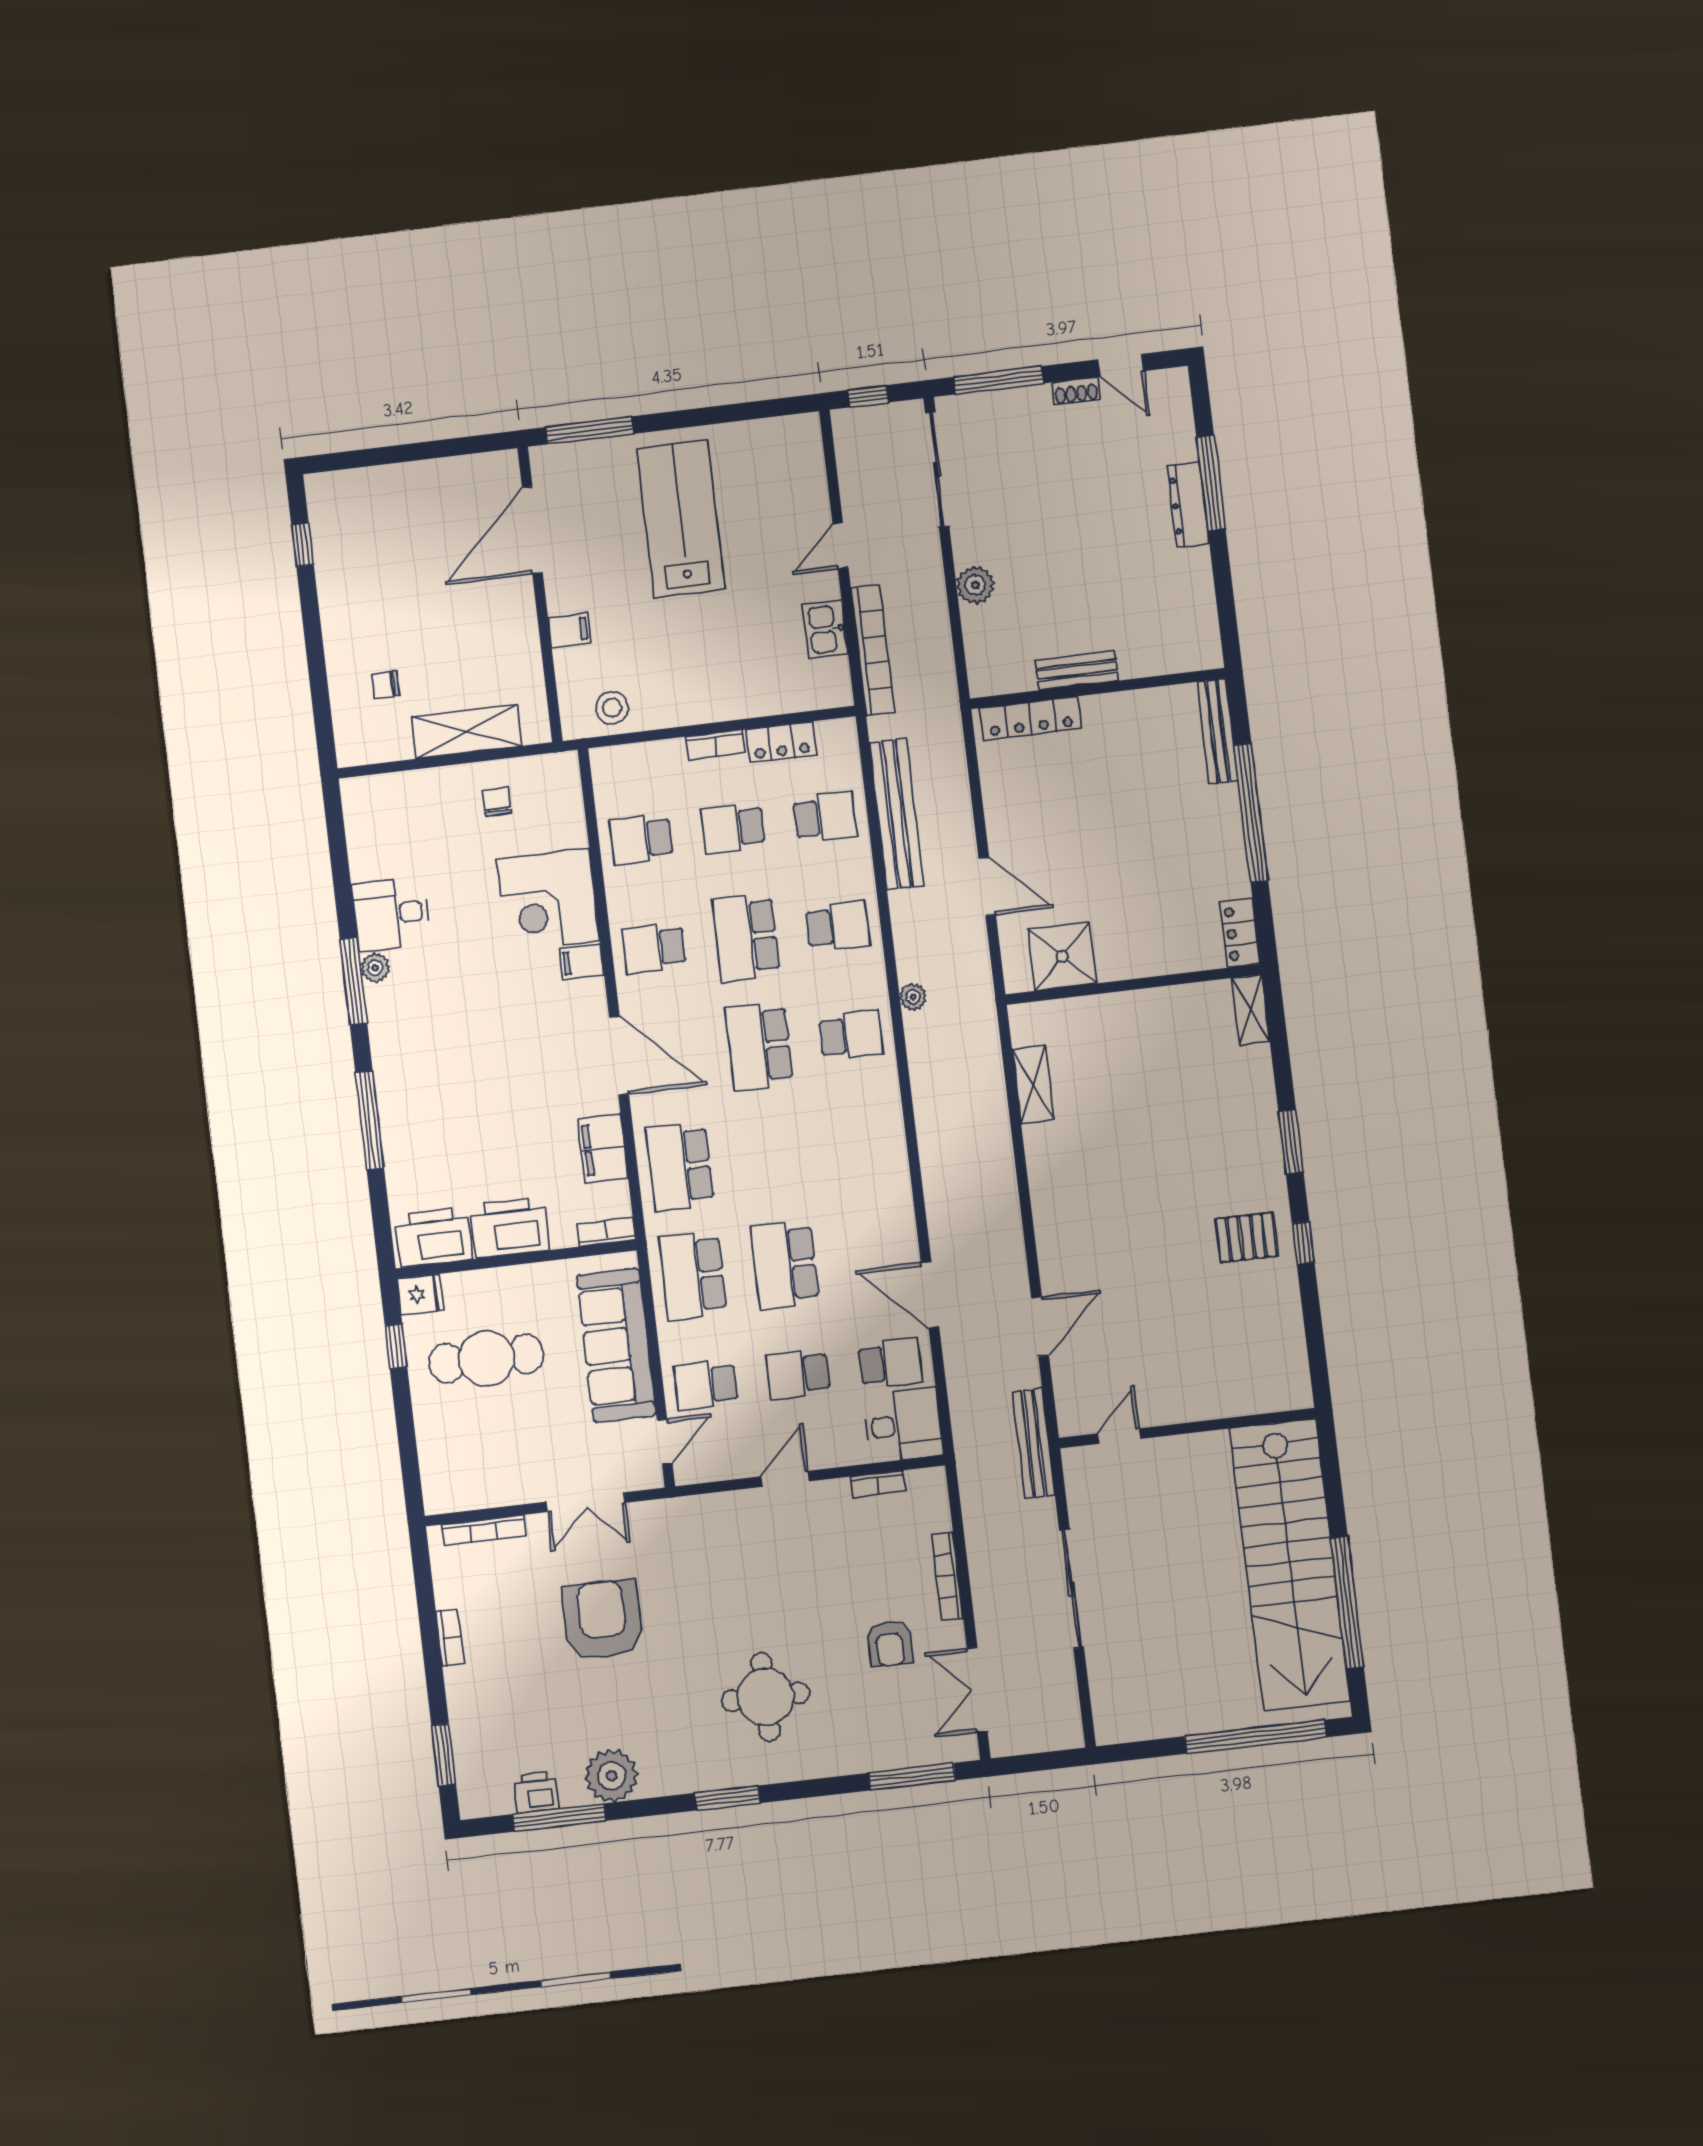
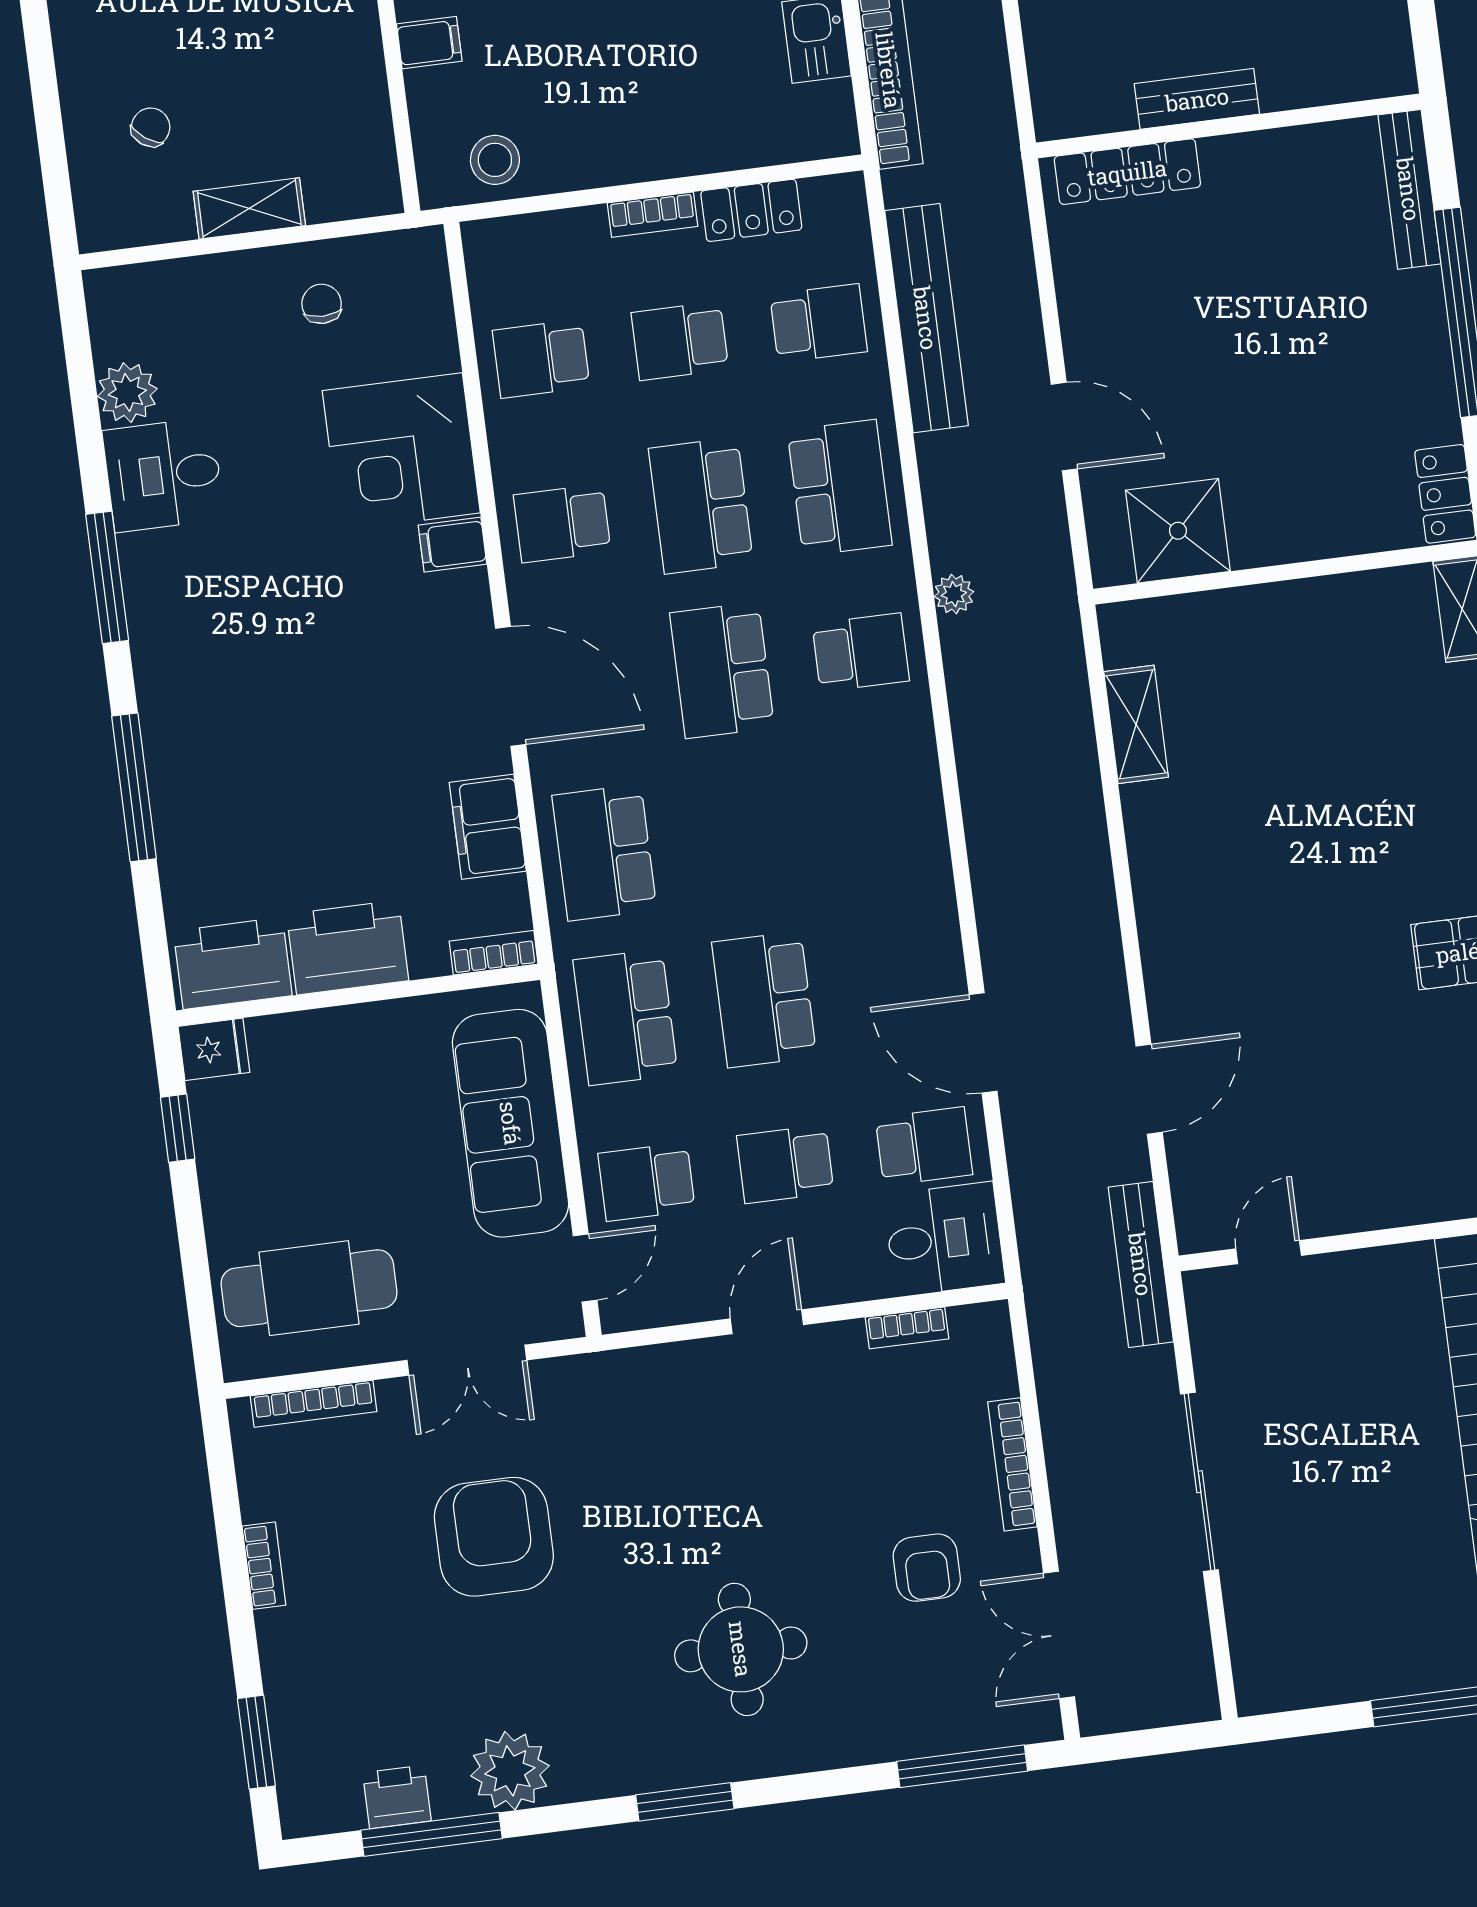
chair: (385, 685) -> (151, 127), turned 126
shelving: (467, 731) -> (249, 208), width x0.67, depth x0.75
school desk: (838, 926) -> (840, 488), width x1.85
plant: (375, 968) -> (127, 393), moved, width x1.38, depth x1.38
cafe table: (486, 1359) -> (309, 1288), moved

